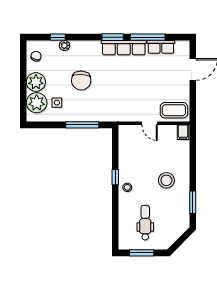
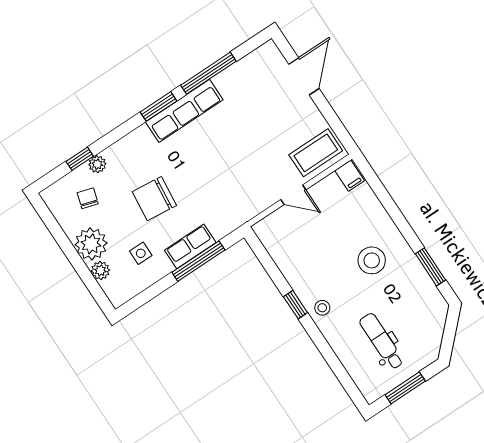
row of seats: (161, 47) -> (190, 246), moved, turned 180
chair: (36, 56) -> (88, 198), moved
chair: (81, 81) -> (154, 199), turned 93
plant: (37, 103) -> (100, 271), width x0.53, depth x0.53

